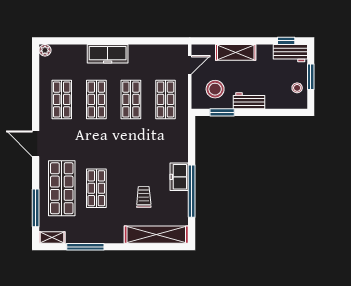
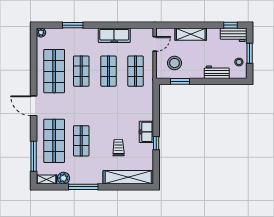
window: (86, 41) -> (73, 25), added
freezer: (108, 54) -> (114, 35), moved
shop shelf: (62, 99) -> (54, 71), width x1.43, depth x1.36
workbench: (249, 101) -> (217, 72), moved
window: (192, 191) -> (156, 143), width x0.32
plant: (74, 236) -> (64, 178), added
window: (85, 247) -> (83, 187), moved

